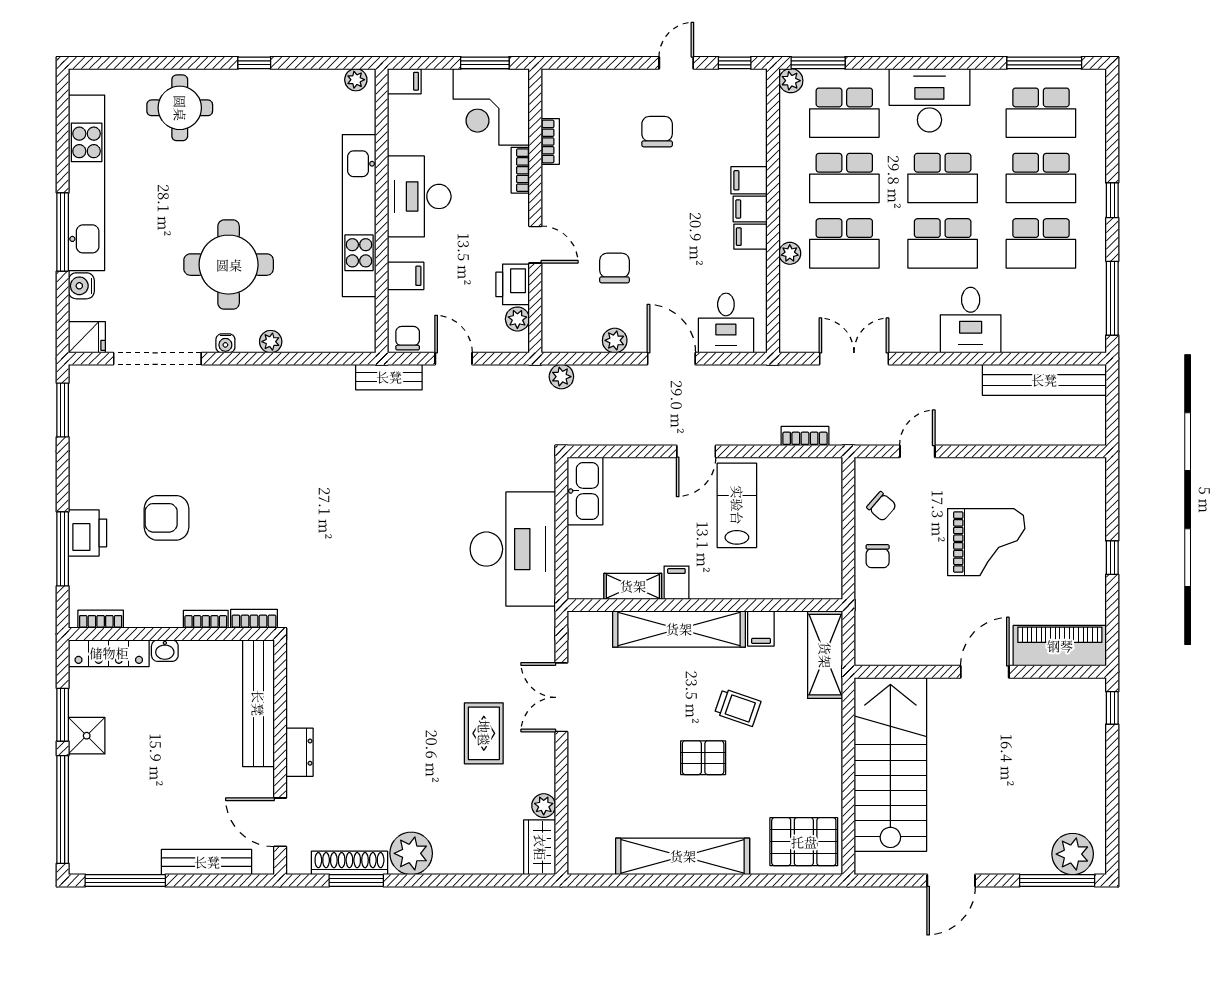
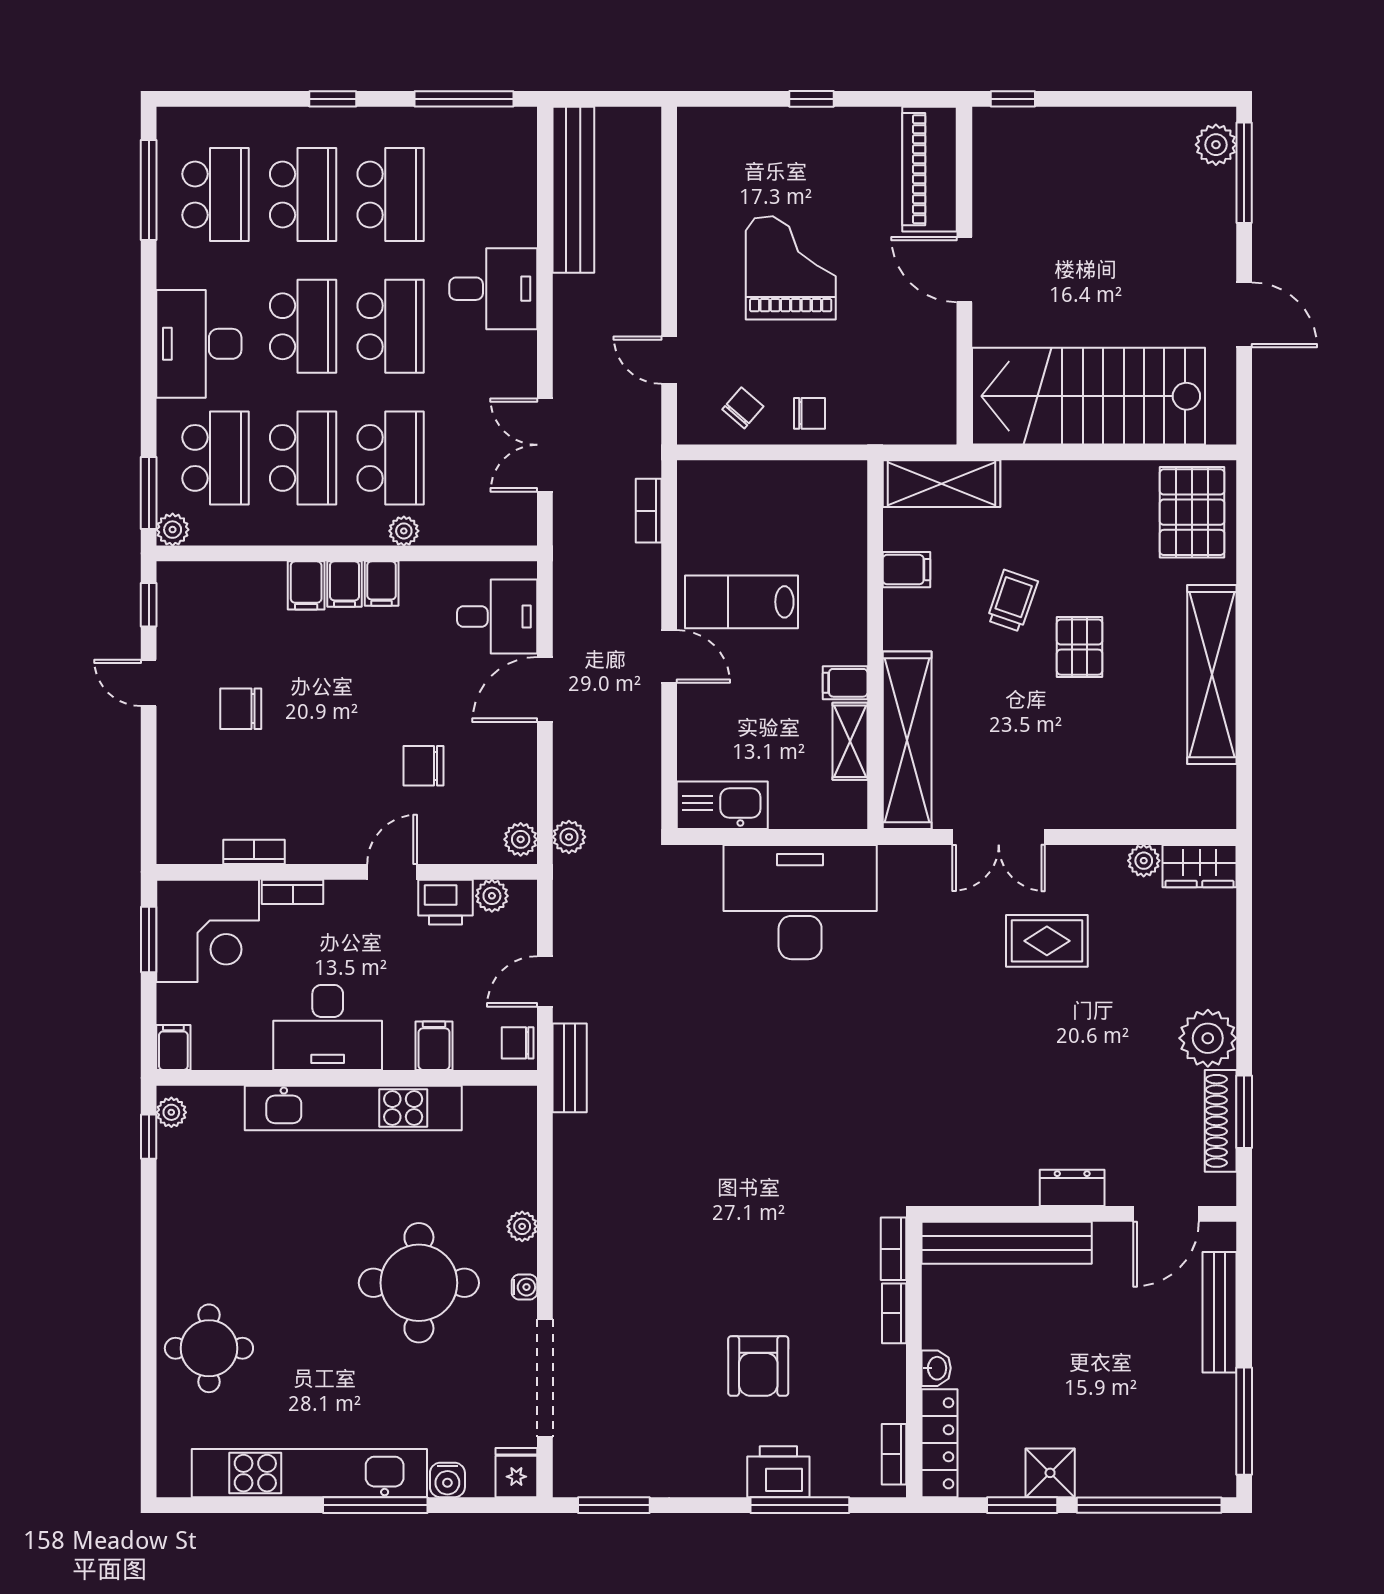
window: (254, 63) -> (149, 1137), moved
plant: (615, 340) -> (521, 839), moved
shelving: (679, 629) -> (907, 740), moved
plant: (1073, 854) -> (1216, 145), width x0.73, depth x0.73

